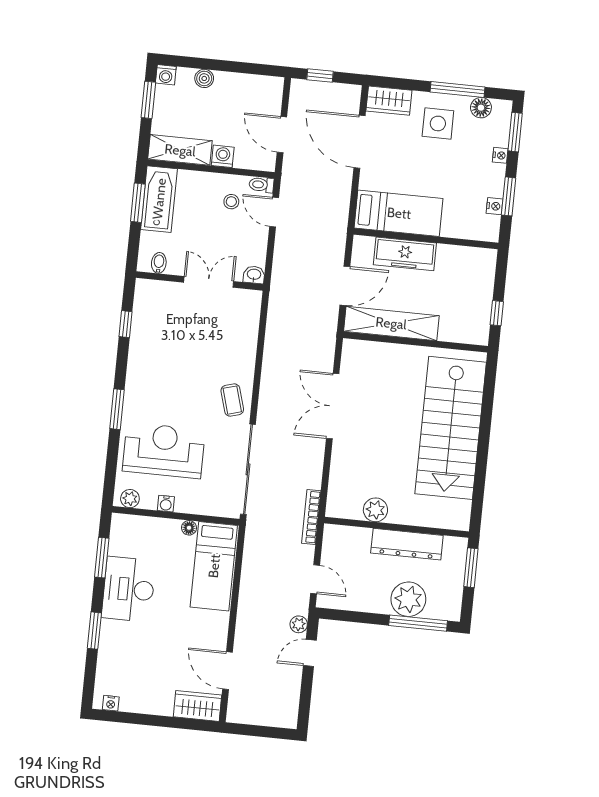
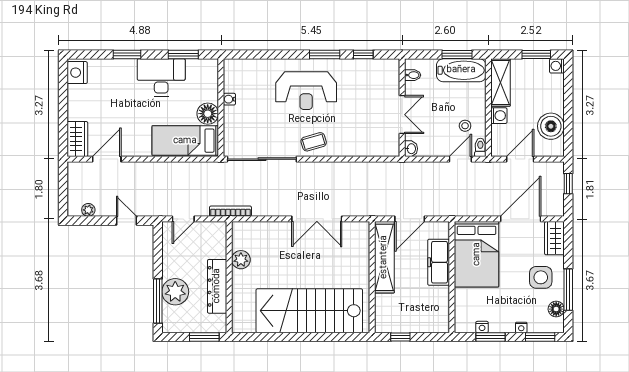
boiler: (204, 78) -> (551, 126), moved, width x1.86, depth x1.86
bed: (399, 213) -> (477, 254), width x1.50
door: (345, 286) -> (410, 219), hinge flipped
double door: (333, 406) -> (317, 219), swing flipped
window: (117, 409) -> (325, 54), moved
reception desk: (164, 450) -> (306, 91), moved, turned 90
plant: (130, 499) -> (230, 71), removed
floor lamp: (189, 528) -> (208, 114), width x1.89, depth x1.89
plant: (299, 624) -> (88, 210), moved
nightstand: (111, 703) -> (77, 73), width x1.89, depth x1.79

